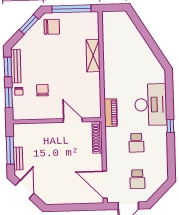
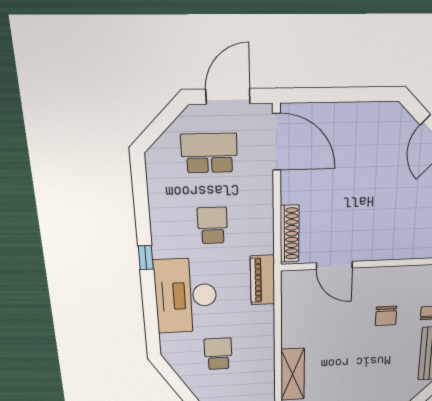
school desk: (134, 70) -> (218, 354), added
school desk: (137, 179) -> (209, 153), width x1.85

